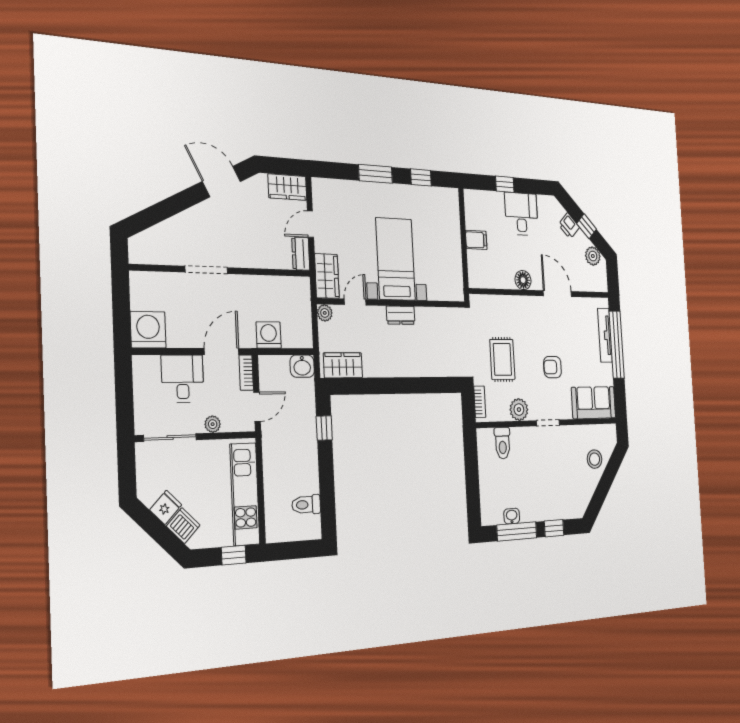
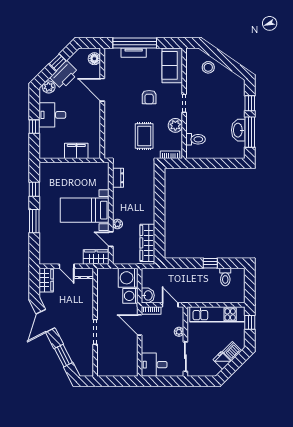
window: (164, 210) -> (63, 356), added
printer: (569, 226) -> (64, 75), width x1.87, depth x1.48
filing cabinet: (476, 240) -> (76, 151), width x2.00
plant: (593, 256) -> (49, 87), moved
floor lamp: (523, 280) -> (94, 59), moved
door: (557, 294) -> (102, 90), hinge flipped
plant: (325, 313) -> (117, 224), moved
dresser: (401, 315) -> (118, 178), moved
washing machine: (148, 330) -> (128, 278), moved
tv unit: (605, 335) -> (134, 53), width x0.71
rug: (502, 359) -> (144, 136), turned 90
wardrobe: (343, 365) -> (147, 243), width x1.50
washbasin: (302, 366) -> (148, 295), moved
desk: (183, 379) -> (154, 365), moved
window: (324, 428) -> (210, 263), moved
washbasin: (512, 516) -> (238, 130), width x1.91, depth x1.45

